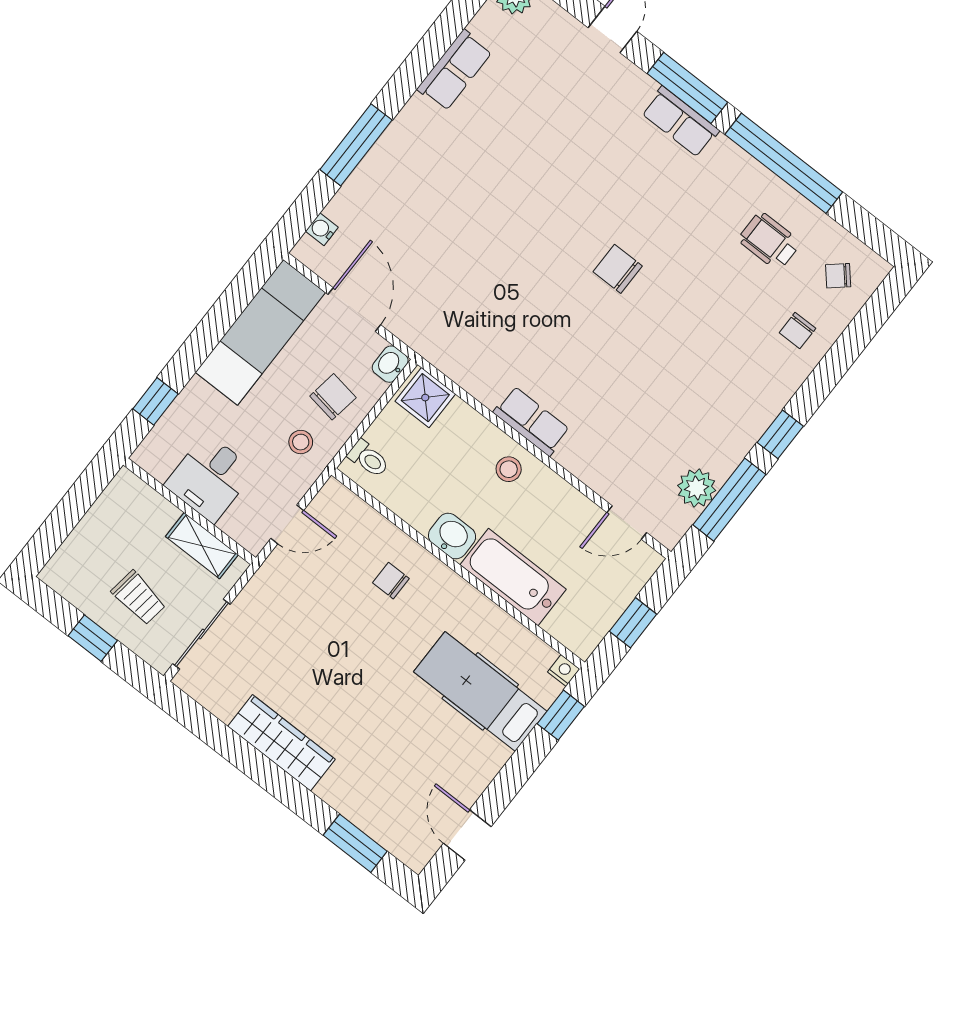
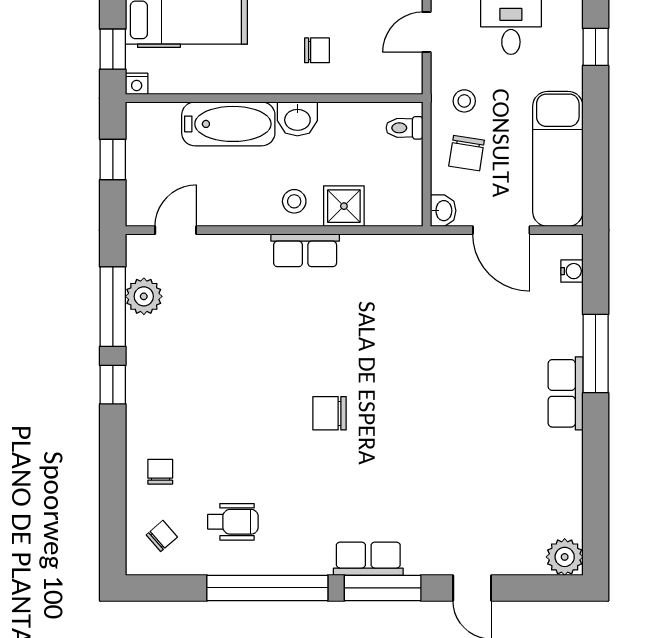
row of seats: (455, 70) -> (566, 393), moved
chair: (618, 269) -> (329, 413), turned 180
shower: (425, 398) -> (344, 206), moved

